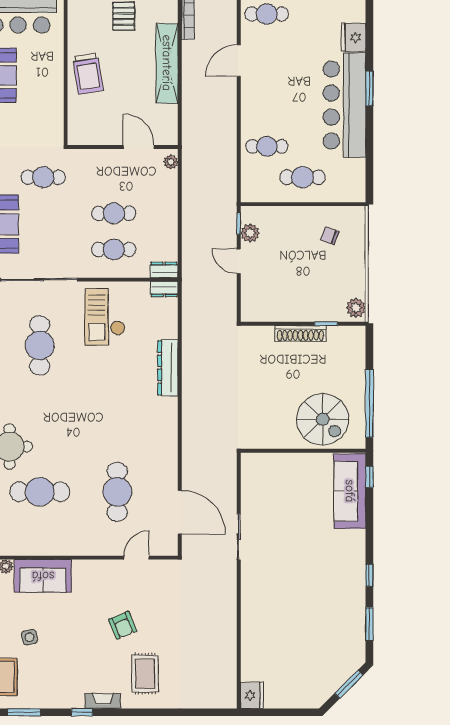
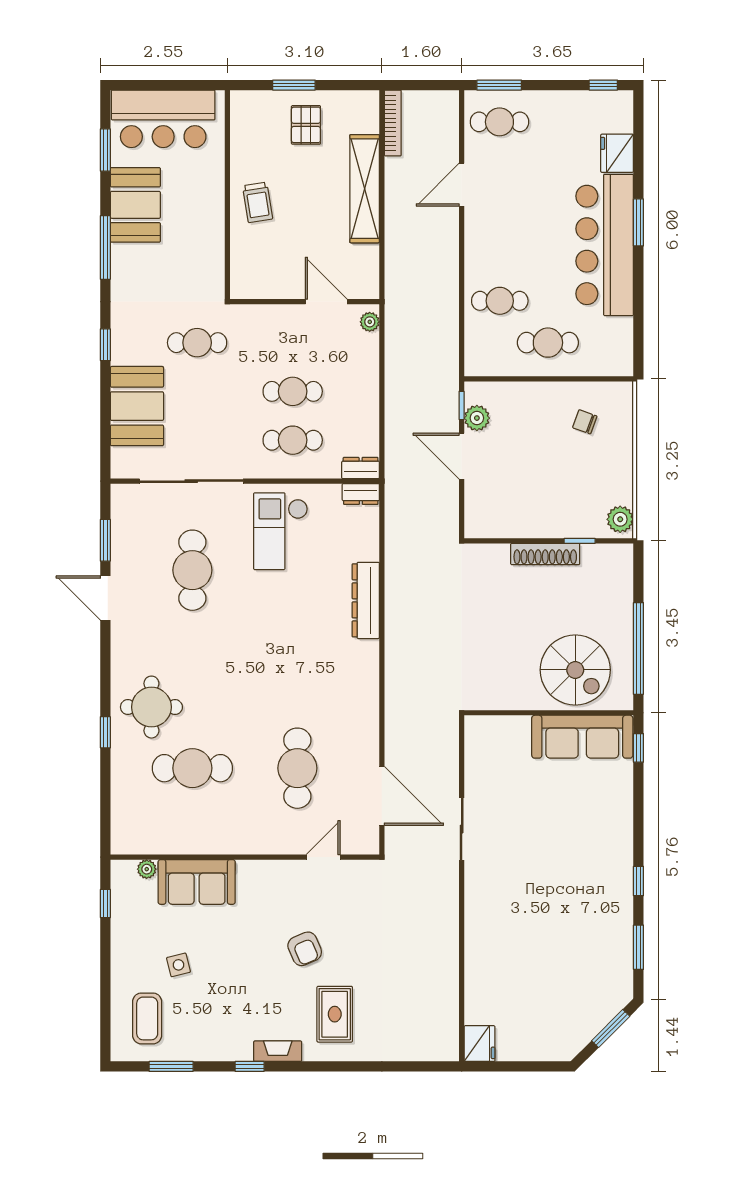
trolley: (88, 74) -> (258, 202), width x0.73, depth x0.72
door: (239, 261) -> (462, 456), width x1.38
sofa: (350, 491) -> (582, 737), moved, turned -90

